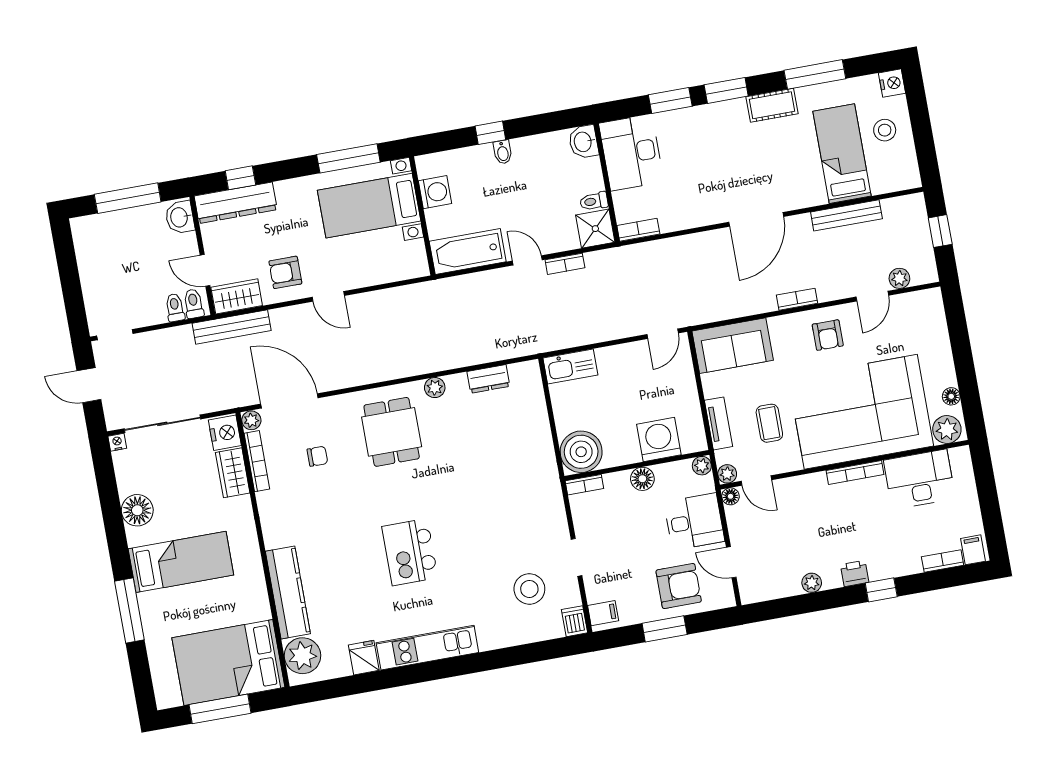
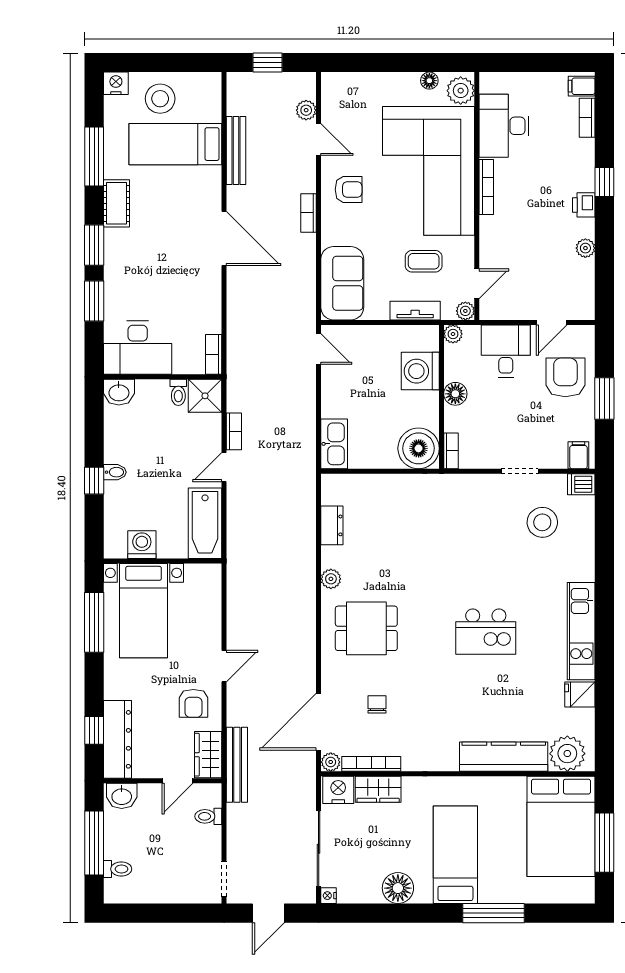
stool: (885, 130) -> (160, 99), width x1.38, depth x1.38
toilet: (194, 304) -> (118, 869), moved, turned 180
floor lamp: (730, 496) -> (488, 312), removed

